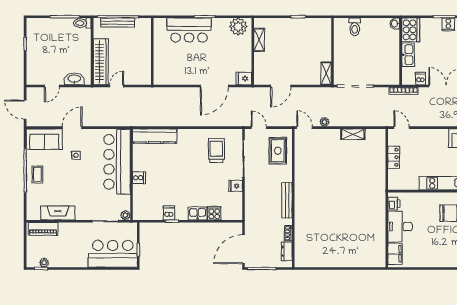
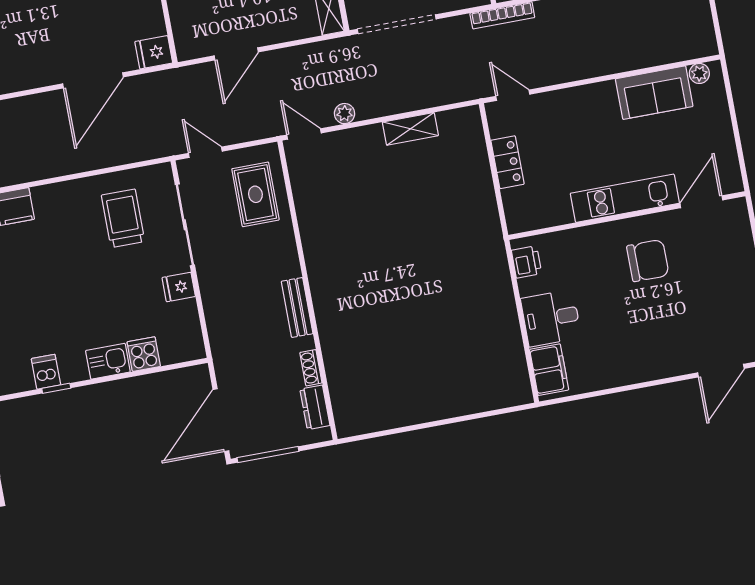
bench: (287, 200) -> (297, 307), width x0.73
desk: (400, 227) -> (551, 318), width x0.73

